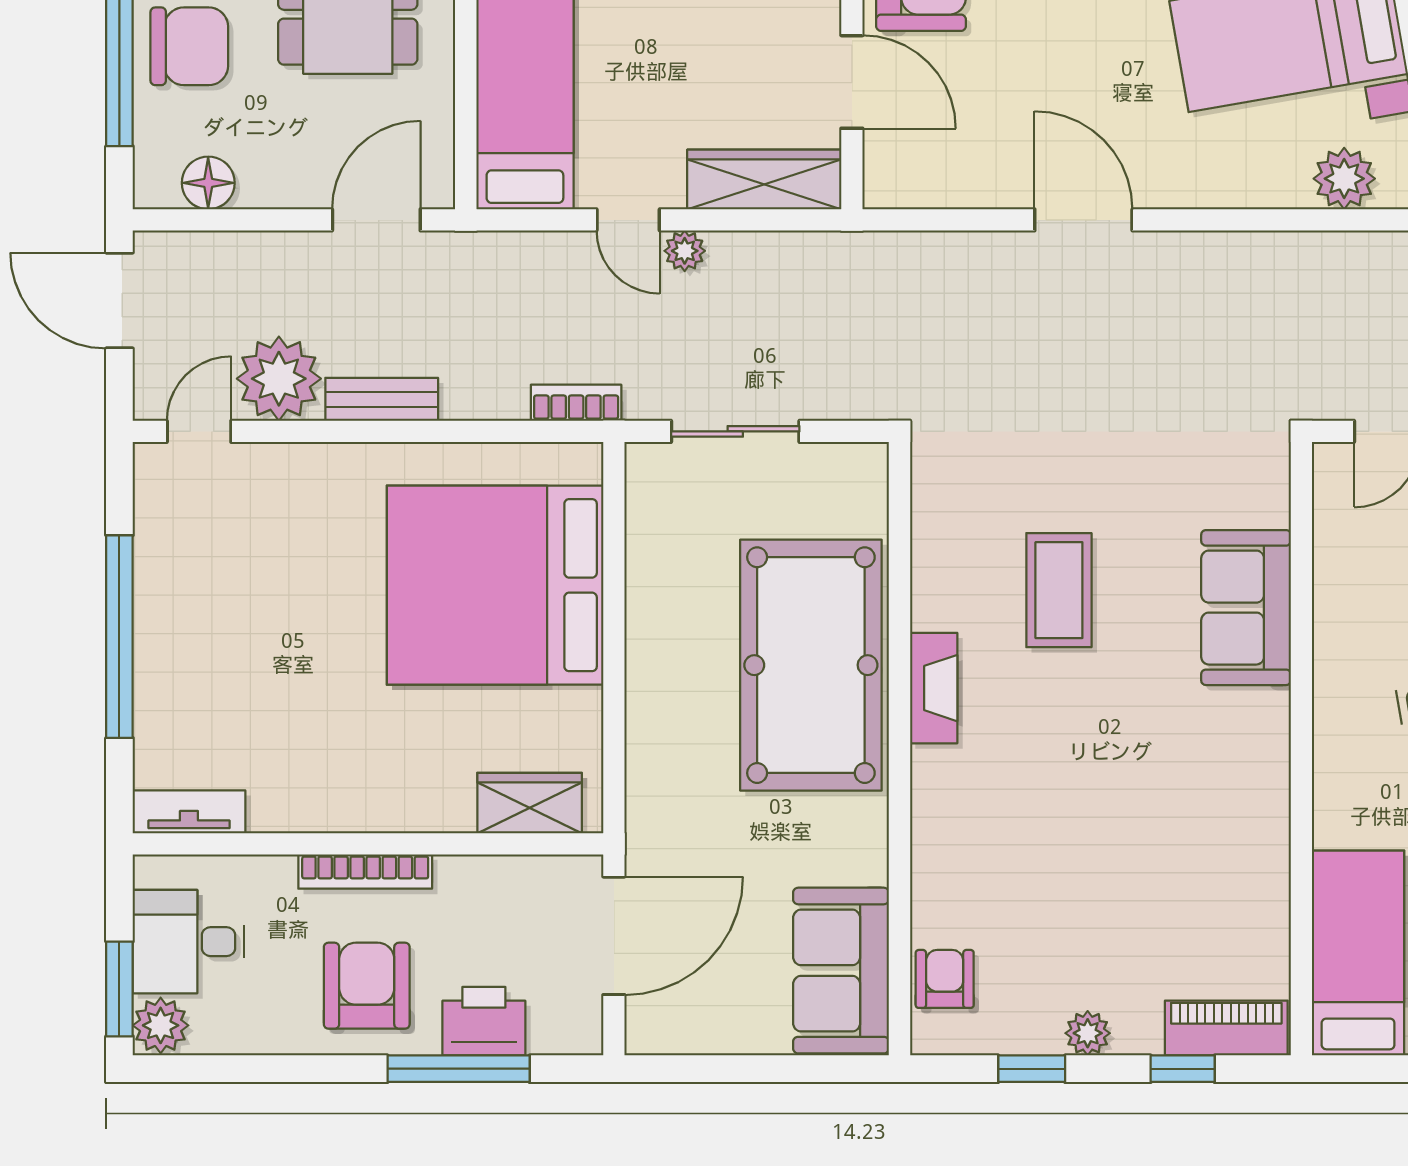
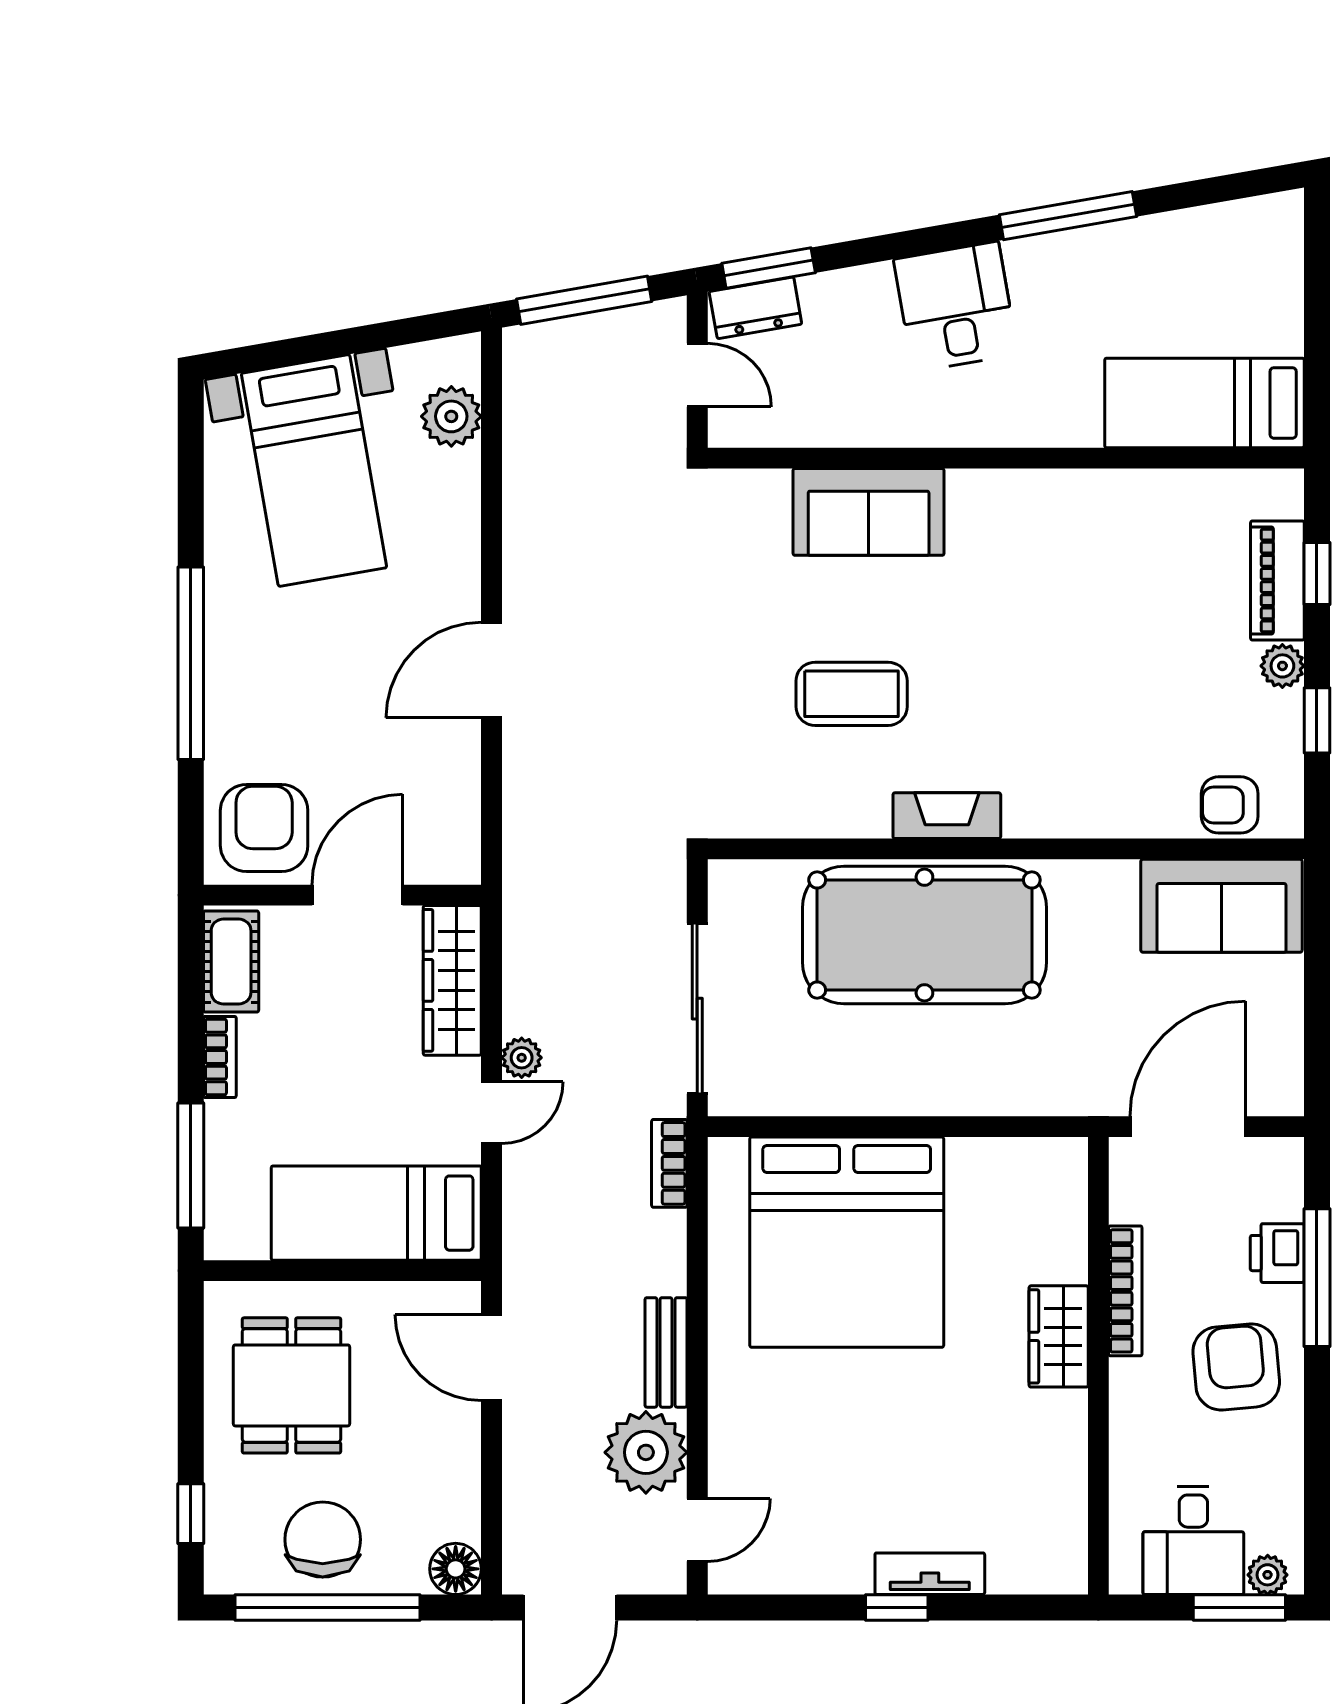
floor lamp: (208, 183) -> (456, 1569), moved
door: (199, 431) -> (697, 1530), swing flipped
sliding door: (735, 431) -> (697, 1009), width x1.37
window: (119, 637) -> (897, 1607), width x0.32
wardrobe: (530, 803) -> (1059, 1336), moved
tv unit: (189, 812) -> (930, 1574), moved, turned 90
bookcase: (365, 872) -> (1125, 1291), moved
door: (614, 936) -> (1188, 1127), hinge flipped
armchair: (367, 986) -> (1236, 1367), turned 85
printer: (484, 1021) -> (1277, 1253), width x0.73, depth x0.81
plant: (161, 1025) -> (1268, 1575), width x0.73, depth x0.73
piano: (1226, 1028) -> (1277, 580), moved

